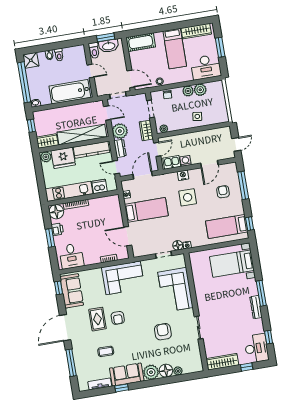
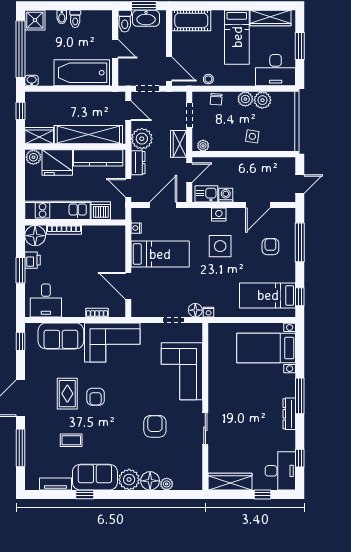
sofa: (72, 291) -> (61, 336), moved, turned 90

